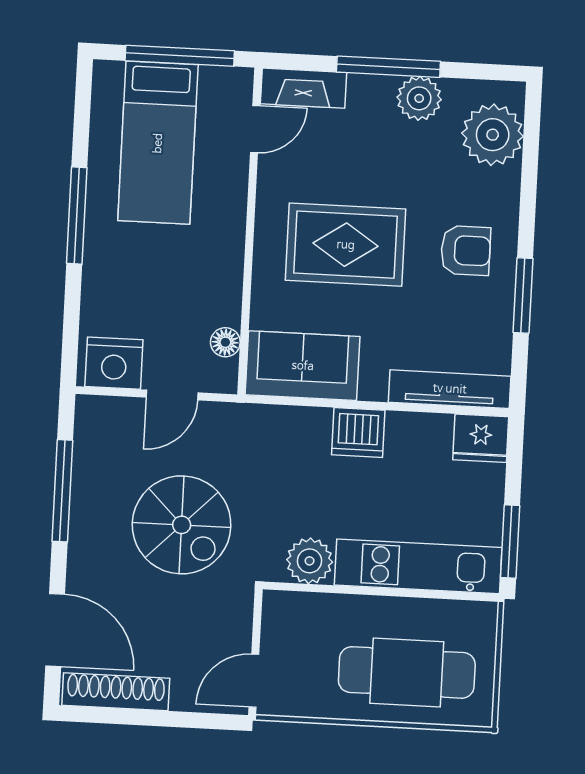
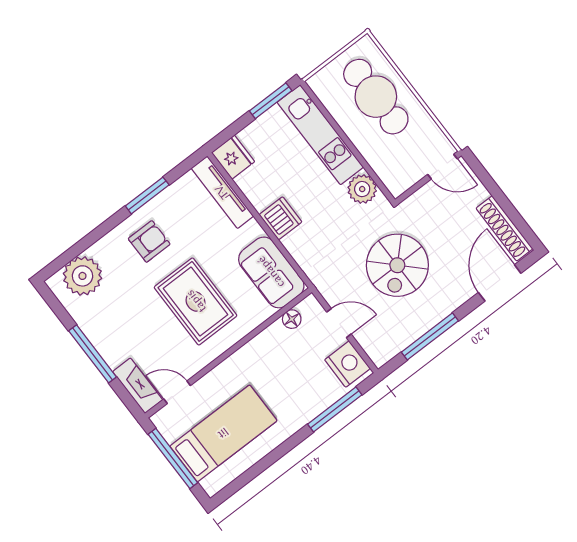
plant: (419, 98) -> (95, 326), removed
window: (77, 216) -> (335, 409), moved
armchair: (466, 250) -> (149, 241), turned 90
spiral stairs: (182, 525) -> (397, 265), turned 180

